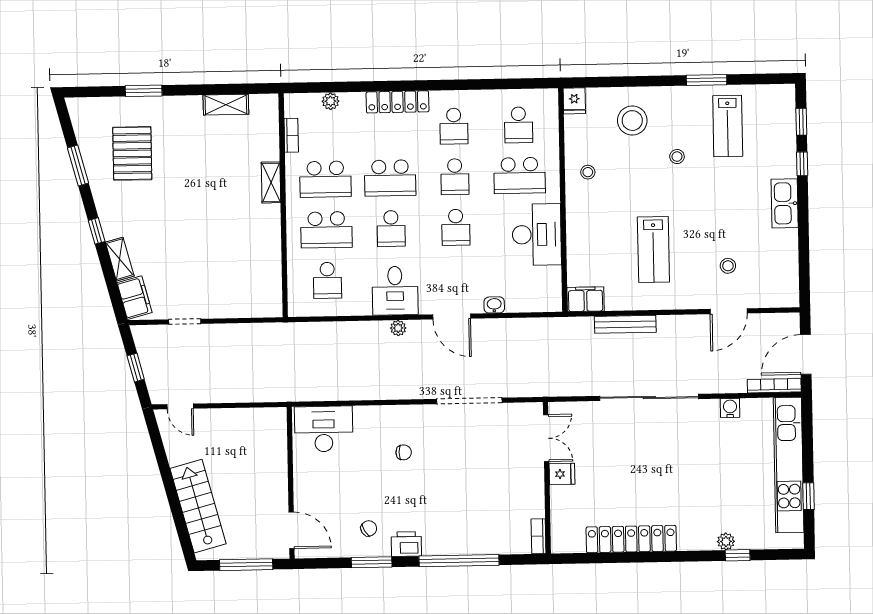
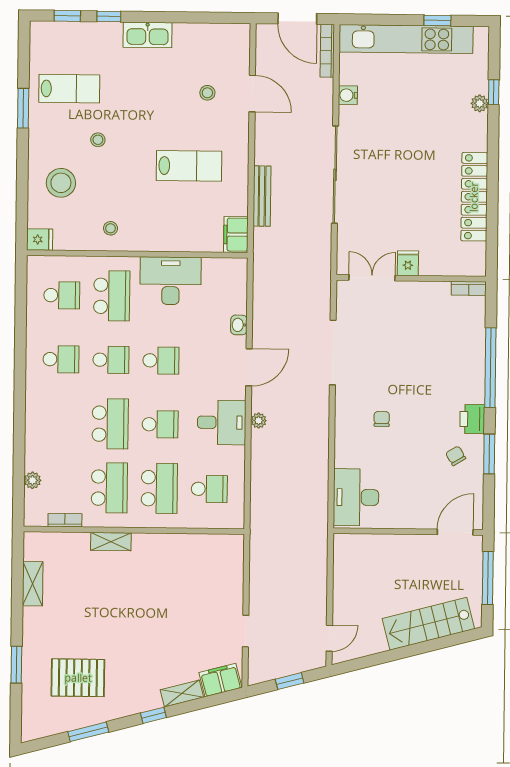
locker: (397, 102) -> (35, 414), removed

